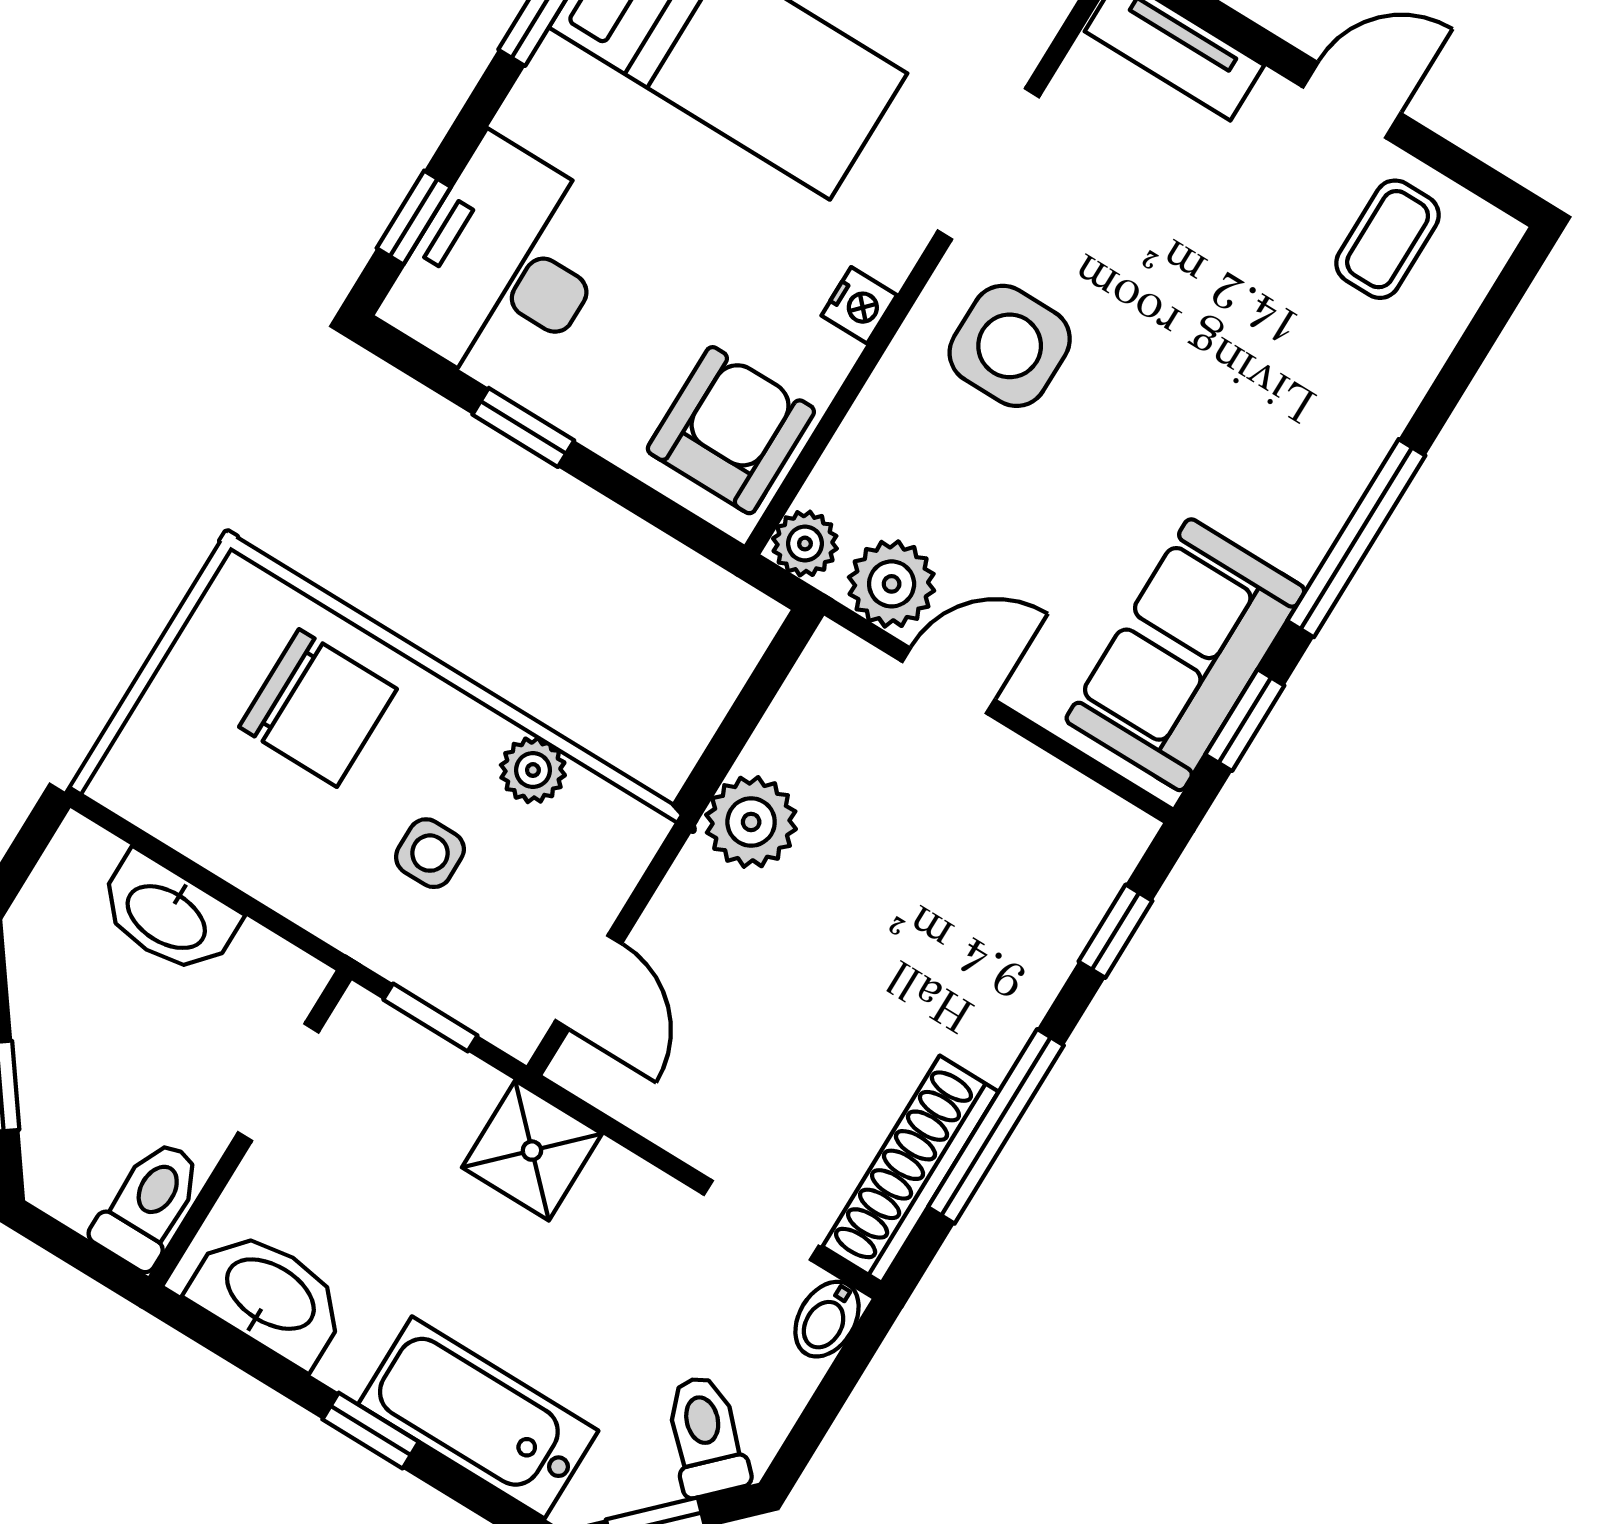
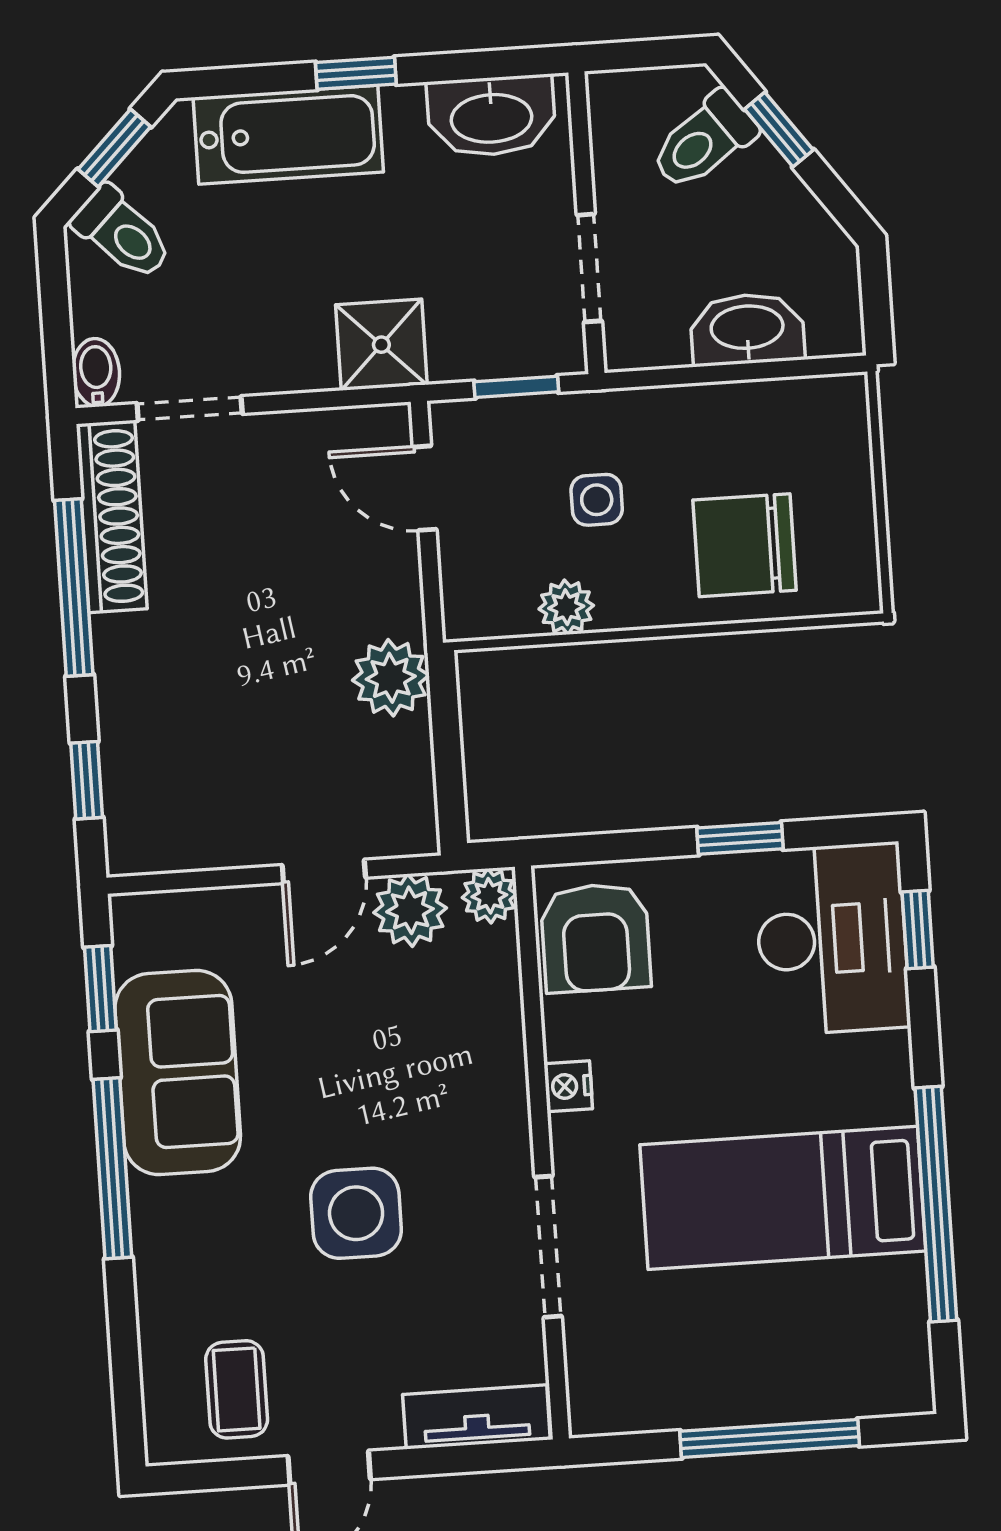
side table: (1010, 346) -> (356, 1213), moved
sofa: (1185, 655) -> (178, 1073), moved
toilet: (149, 1204) -> (704, 141), moved, turned 54

